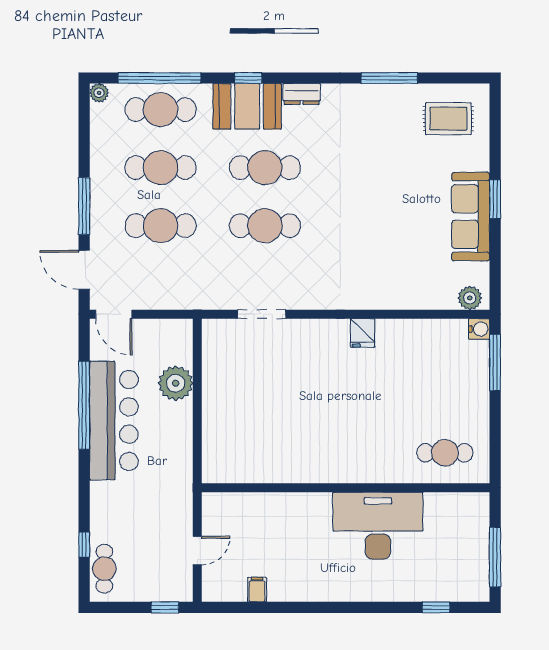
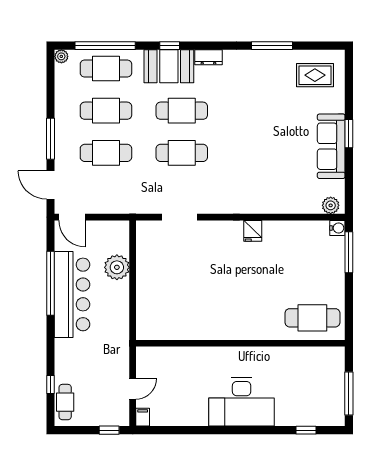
cafe table: (445, 453) -> (312, 318), width x1.37, depth x1.35
desk: (378, 526) -> (242, 402), moved, turned 180
filing cabinet: (257, 590) -> (143, 417), moved

